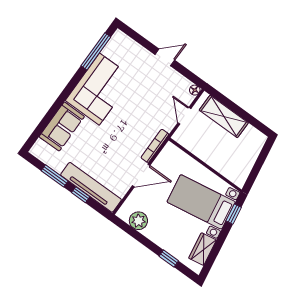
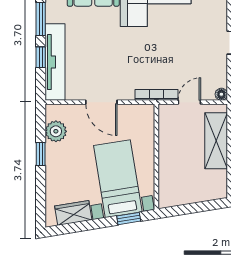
bookcase: (155, 146) -> (157, 95), moved
window: (169, 258) -> (41, 154), moved

